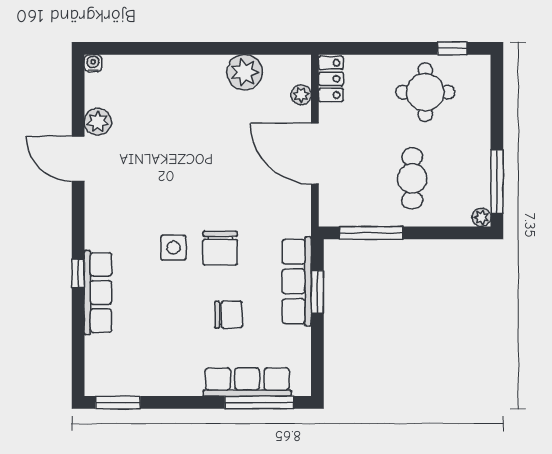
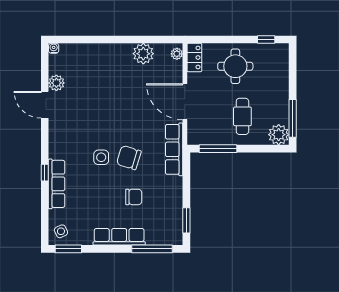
round table: (425, 92) -> (235, 66), moved
plant: (301, 95) -> (177, 54), moved
plant: (481, 217) -> (279, 135), width x1.88, depth x1.88
chair: (220, 248) -> (129, 158), turned 107
row of seats: (297, 281) -> (174, 149), moved
window: (317, 292) -> (186, 220), moved
side table: (105, 373) -> (61, 231), added
row of seats: (247, 382) -> (119, 237), moved

